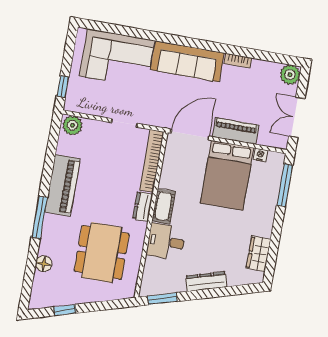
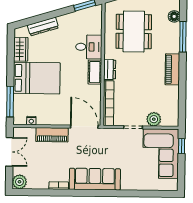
corner sofa: (117, 58) -> (161, 154), moved, turned -90
plant: (72, 125) -> (154, 119), moved
door: (190, 135) -> (84, 127), swing flipped
bed: (227, 175) -> (37, 78), moved, turned 90
piano: (62, 185) -> (172, 69), width x0.73, depth x0.75
window: (39, 217) -> (183, 37), moved
dresser: (206, 281) -> (43, 27), moved

